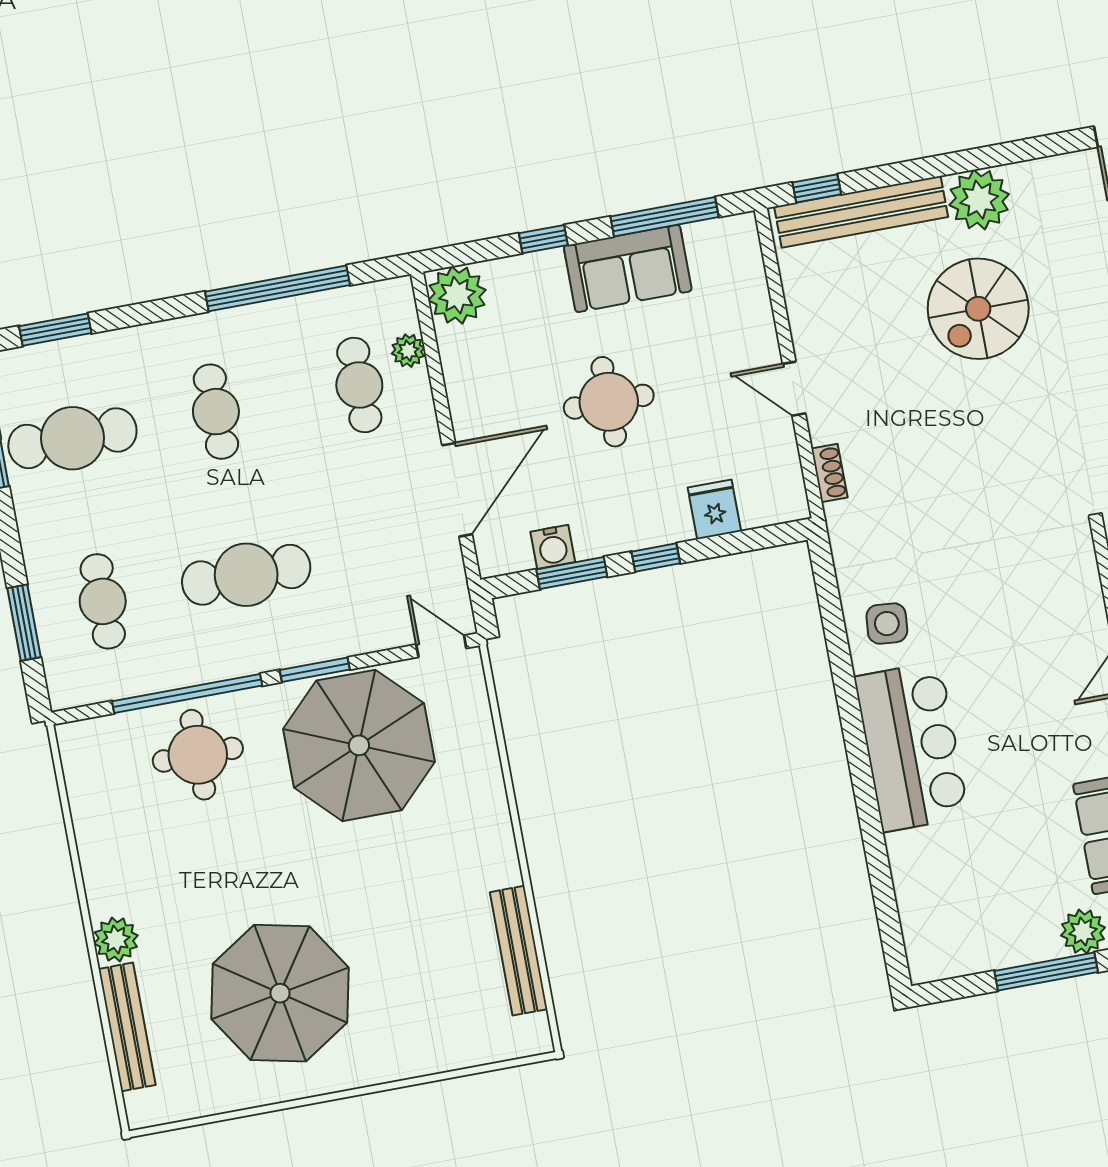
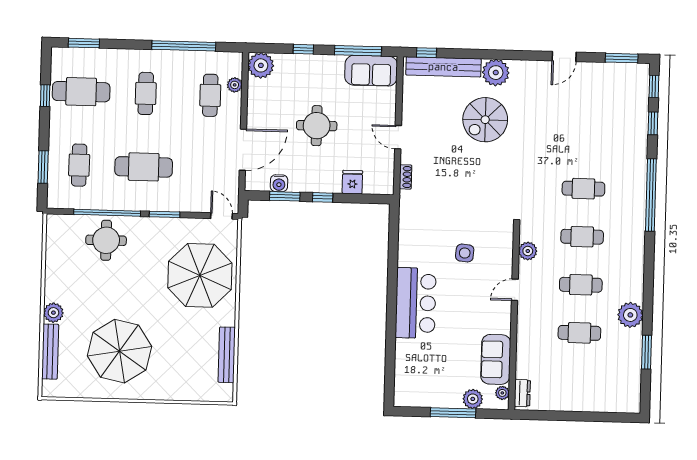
sofa: (628, 268) -> (371, 71), moved
side table: (887, 624) -> (465, 253), moved
parasol: (359, 745) -> (200, 275), moved

